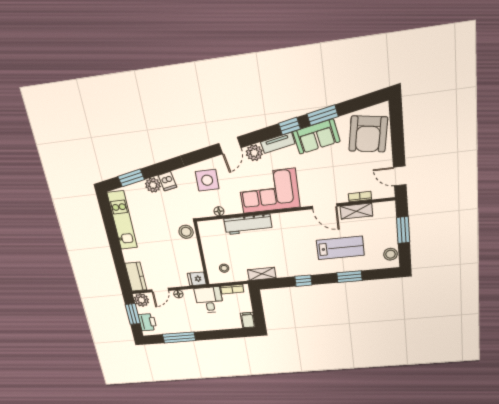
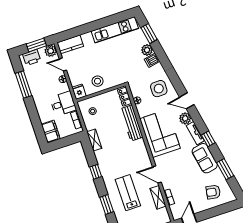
window: (323, 115) -> (225, 169), moved
armchair: (368, 134) -> (213, 192), width x0.53, depth x0.53
door: (325, 206) -> (157, 175), hinge flipped
locker: (211, 226) -> (125, 97), added
stool: (186, 232) -> (98, 81), moved
lab bench: (340, 248) -> (128, 193), turned 180
filing cabinet: (248, 320) -> (51, 132), width x2.00

